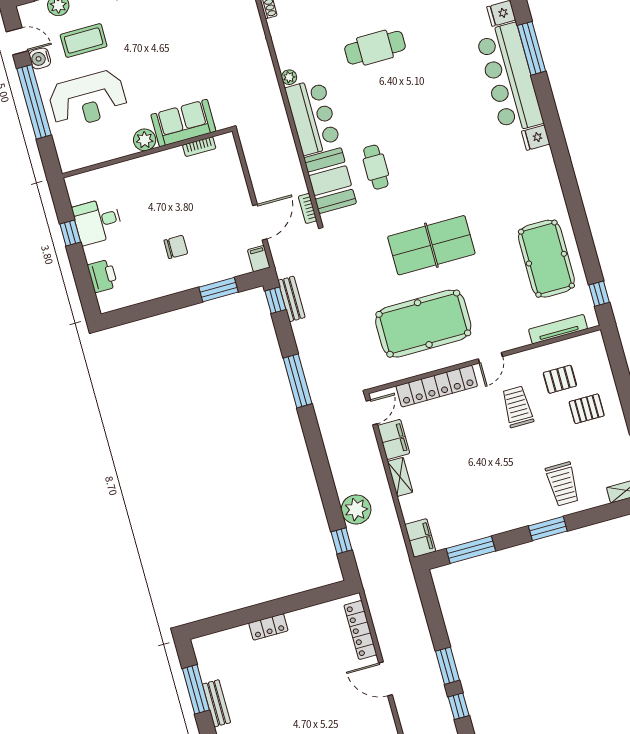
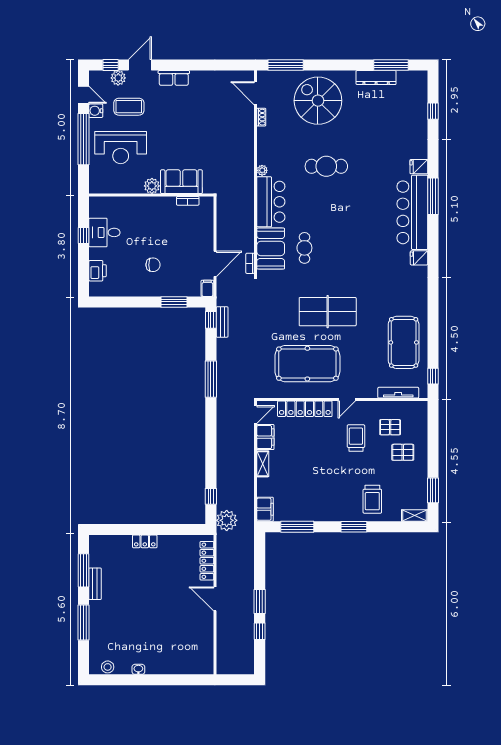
plant: (356, 509) -> (227, 520), moved

